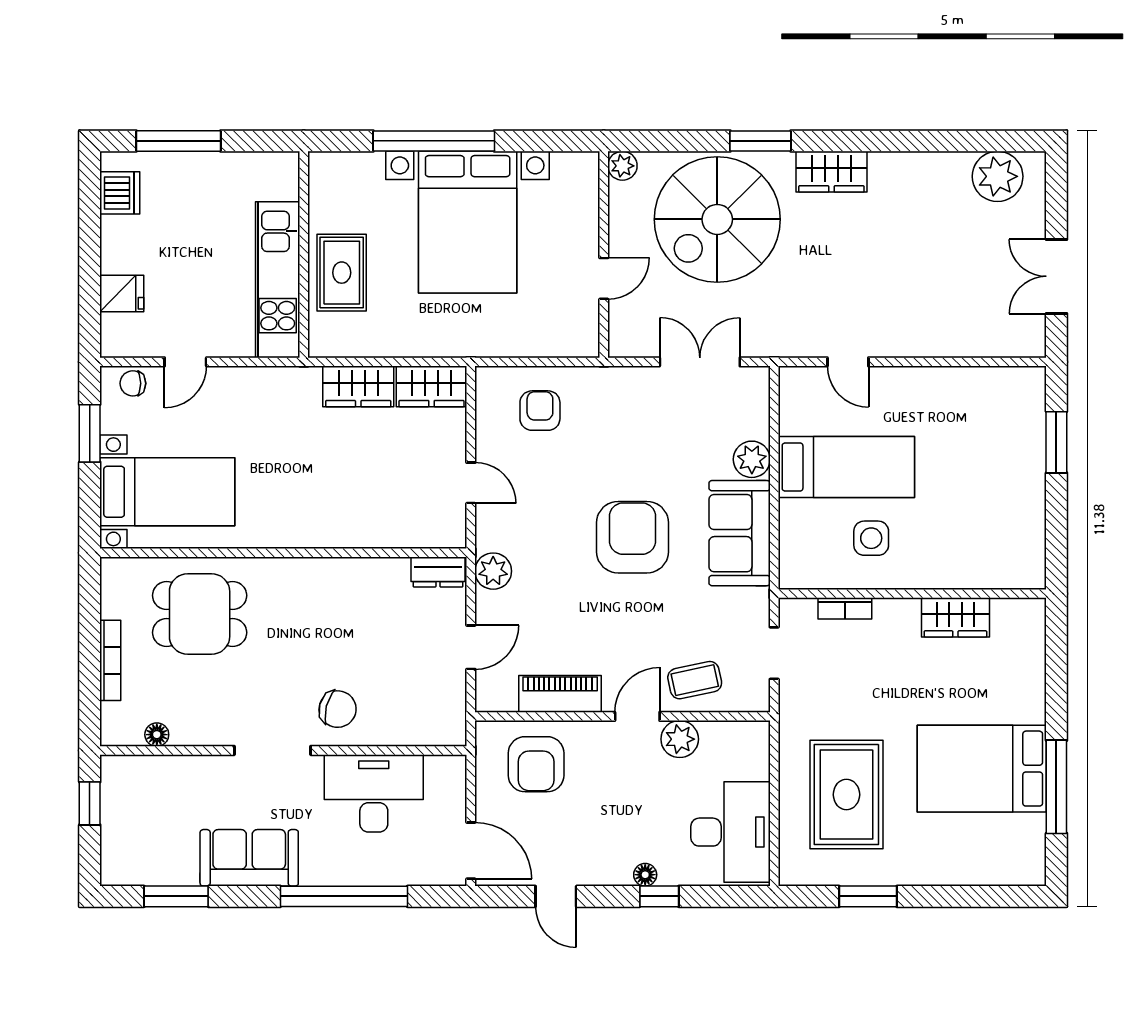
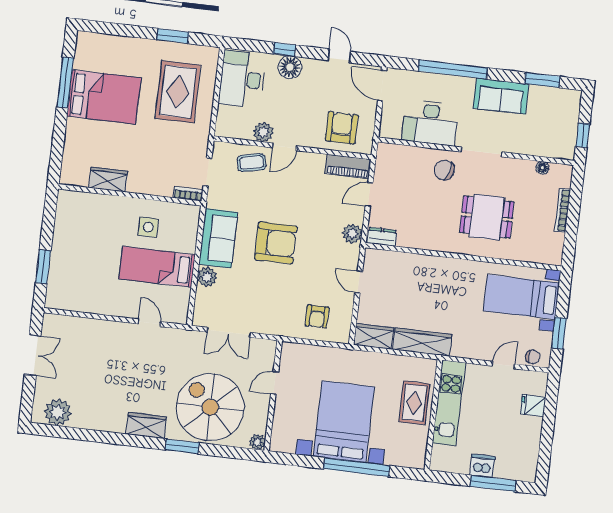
dishwasher: (120, 193) -> (482, 466), moved, turned 90
spiral stairs: (717, 219) -> (210, 407), turned -90
wardrobe: (358, 386) -> (422, 342), width x1.50
armchair: (633, 537) -> (276, 243), turned -90
bookcase: (845, 608) -> (188, 194), moved
dining table: (200, 614) -> (487, 217), moved
piano: (560, 694) -> (348, 167), moved
floor lamp: (645, 875) -> (290, 67), width x1.89, depth x1.89

